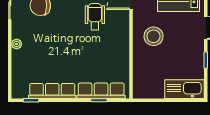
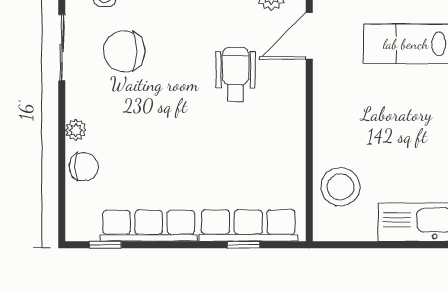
stool: (154, 36) -> (340, 187), moved
chair: (20, 62) -> (84, 167), added

